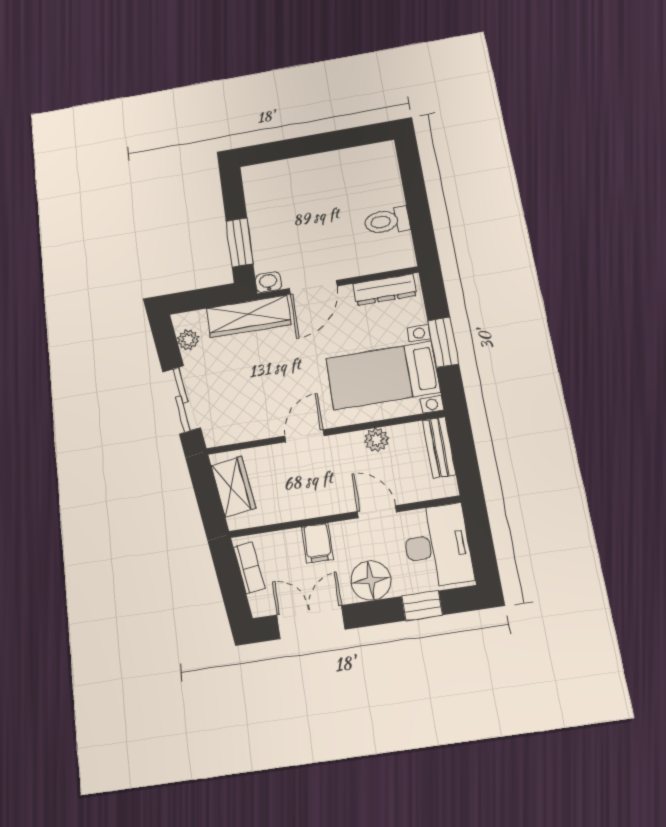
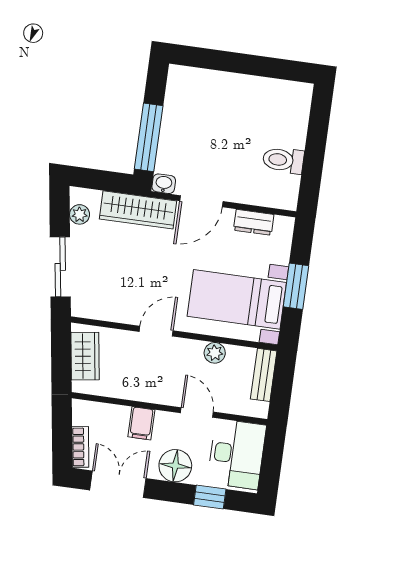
window: (239, 242) -> (149, 137), width x1.44
dresser: (385, 290) -> (254, 222), width x0.70
bookcase: (249, 568) -> (80, 447), moved

